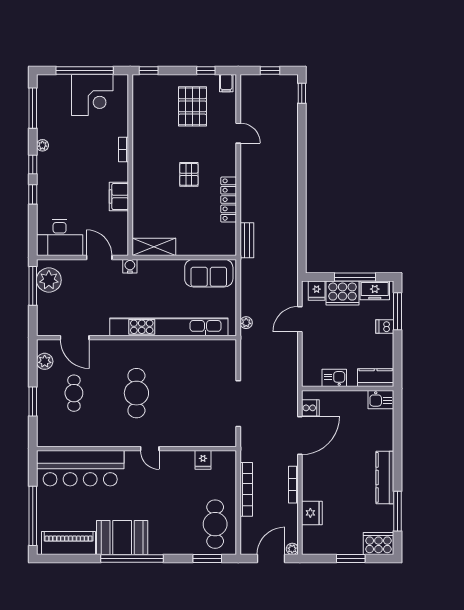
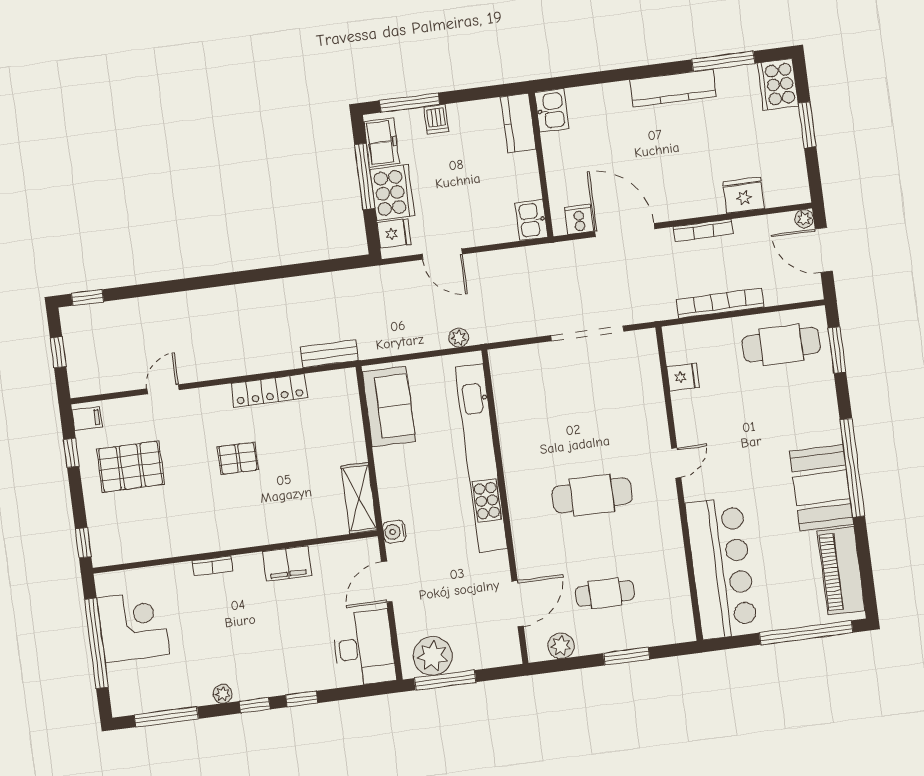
kitchen sink: (334, 378) -> (531, 220), moved

